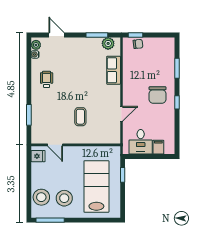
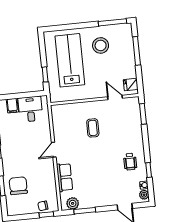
window: (29, 69) -> (149, 170), added
chair: (158, 95) -> (18, 186), moved
door: (121, 114) -> (54, 150), moved
window: (29, 115) -> (143, 114), moved
lab bench: (96, 187) -> (70, 60), turned 180
window: (29, 189) -> (137, 51), added
stool: (41, 197) -> (123, 44), removed

